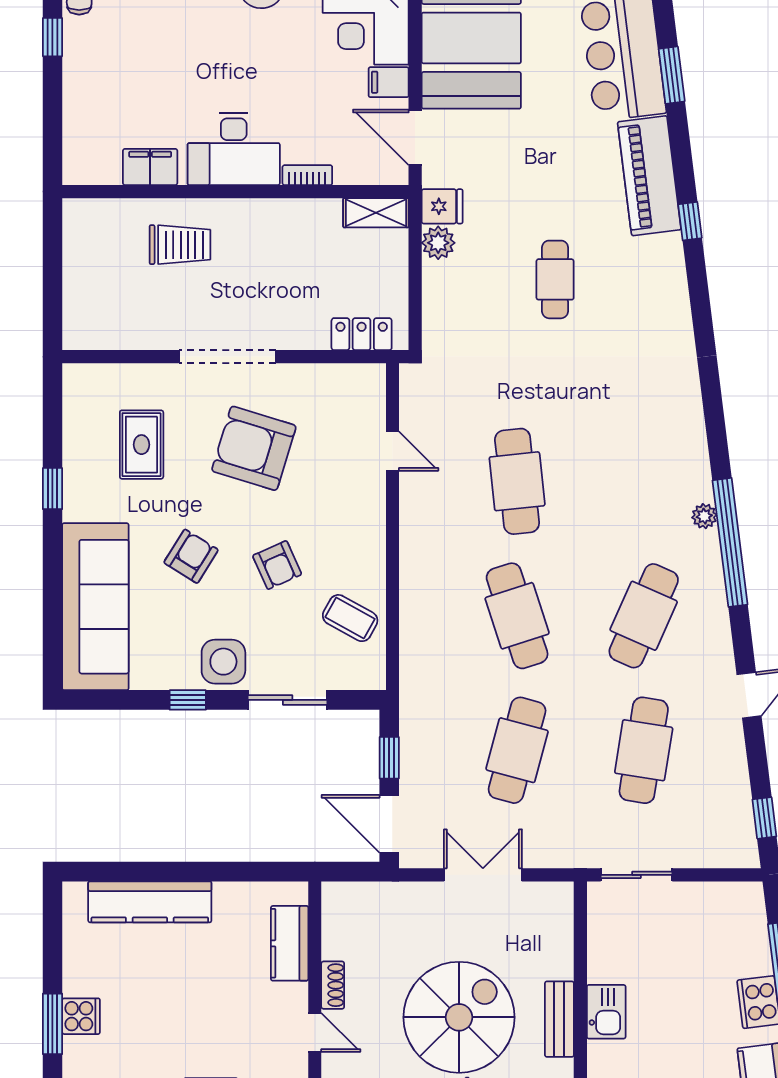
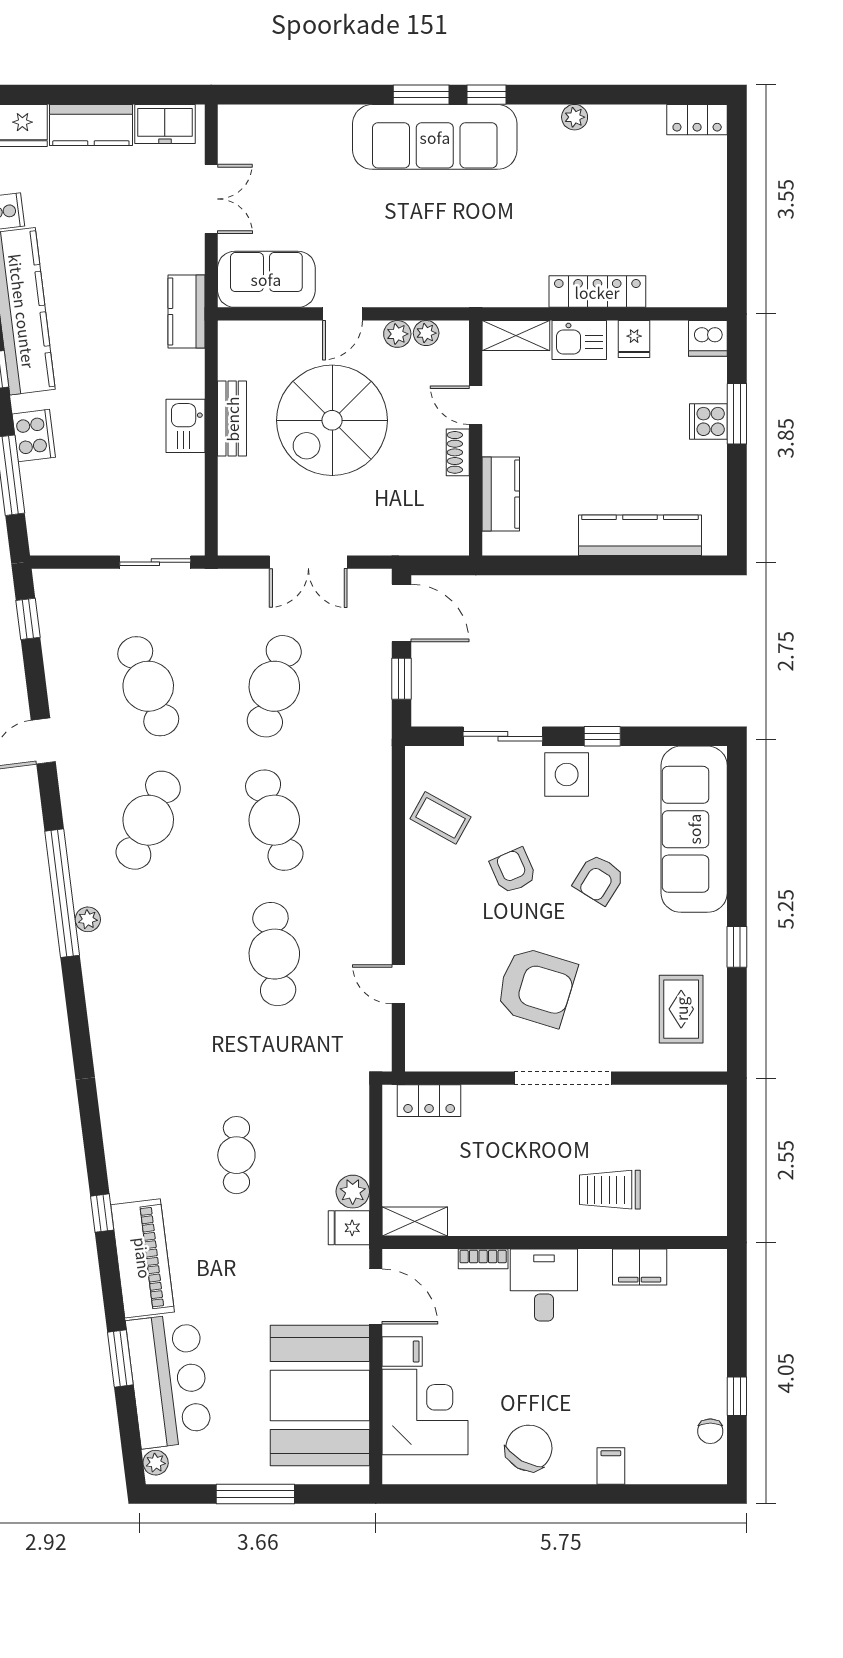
desk: (234, 149) -> (544, 1285), width x0.73
rug: (142, 445) -> (681, 1009), moved
cafe table: (644, 750) -> (148, 686), turned -30

